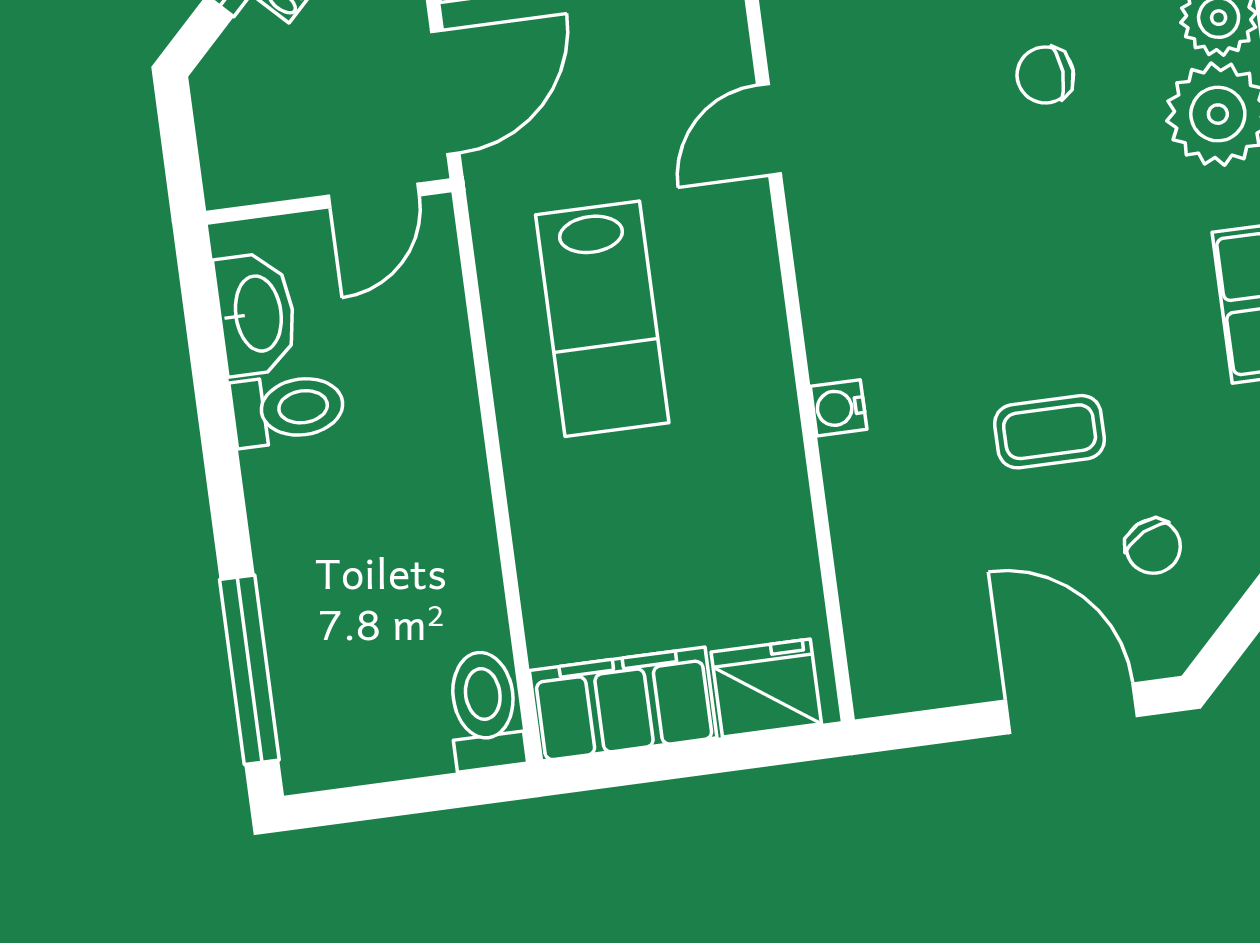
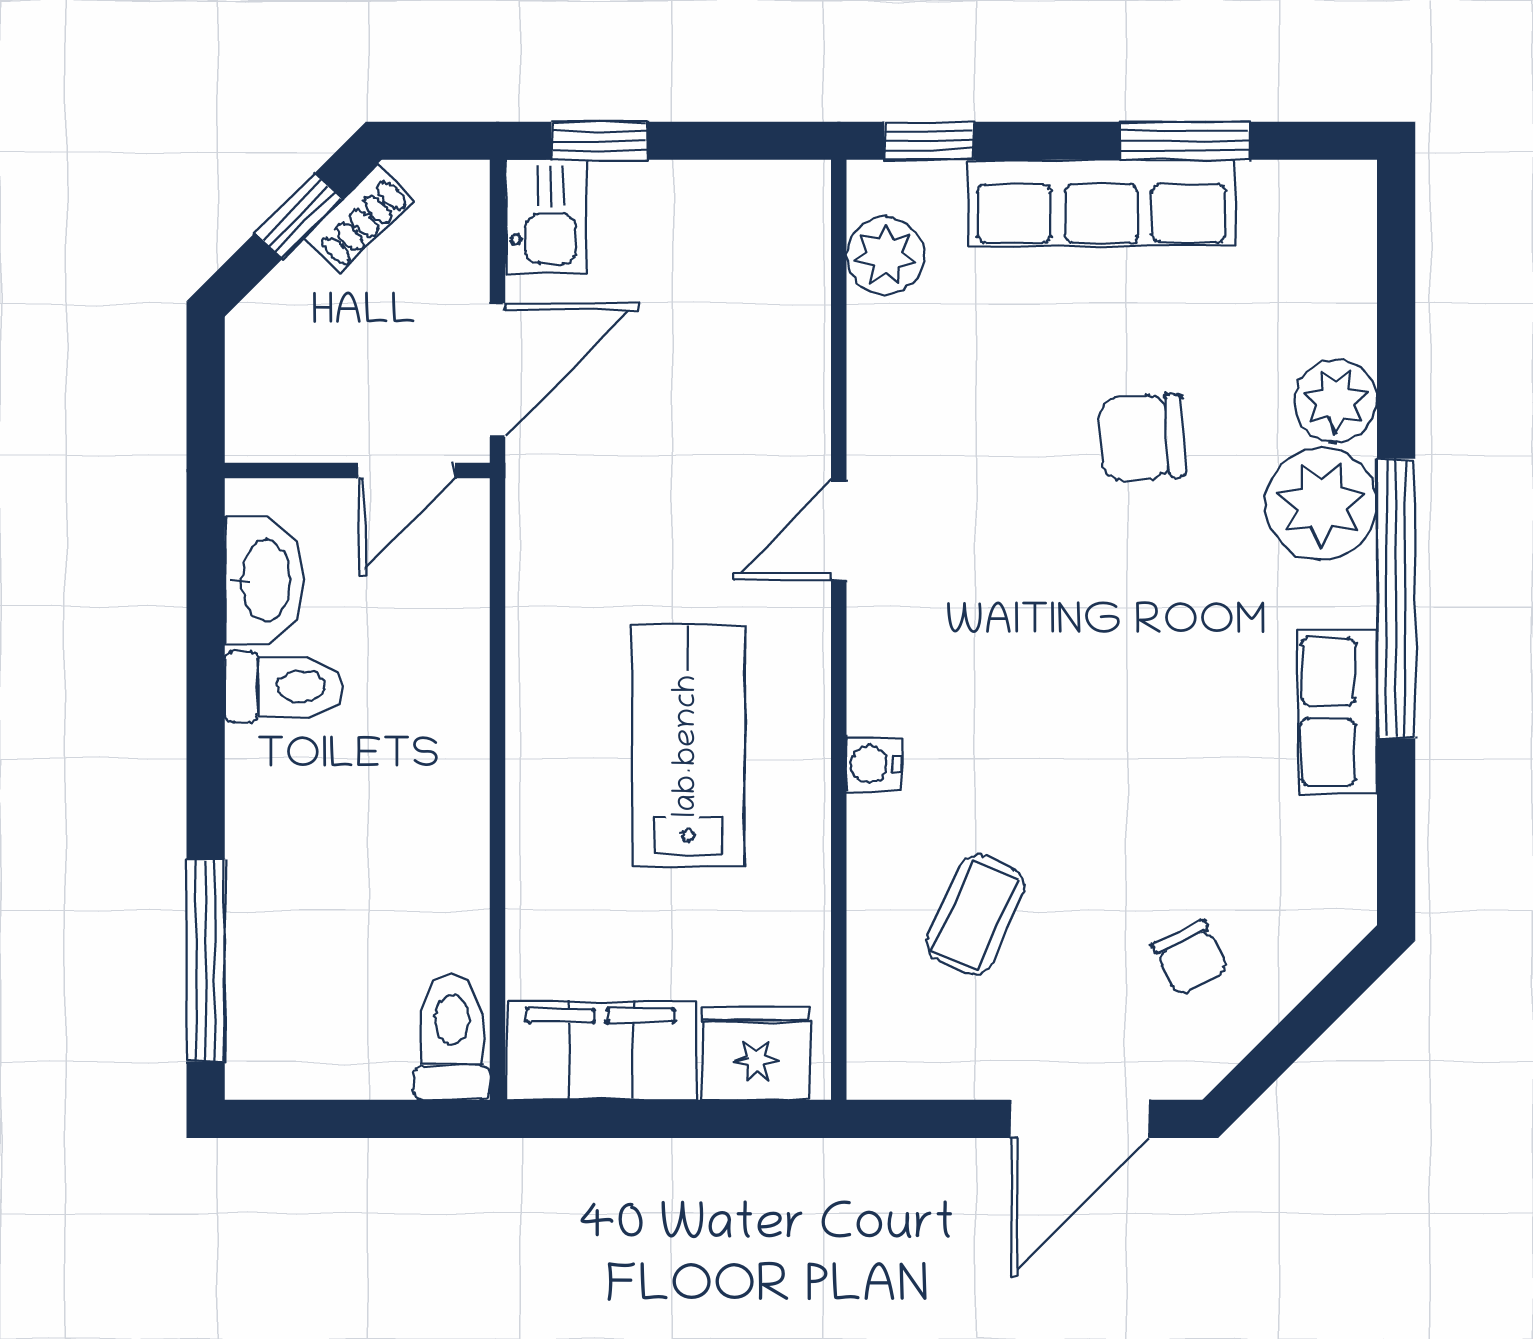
chair: (1045, 75) -> (1142, 437), width x1.37, depth x1.37
door: (769, 130) -> (839, 531), moved
lab bench: (602, 319) -> (688, 746), moved, turned 180
coffee table: (1050, 432) -> (975, 915), moved, turned -66
door: (1071, 708) -> (1080, 1119), swing flipped

